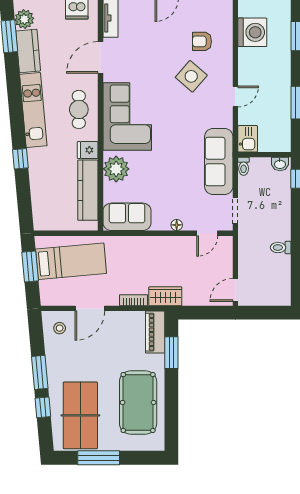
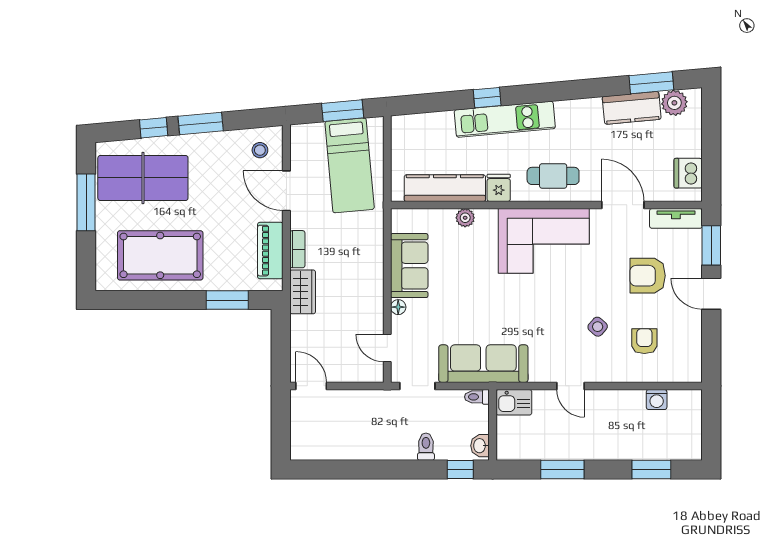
washing machine: (252, 32) -> (657, 400), width x0.53, depth x0.53
armchair: (153, 39) -> (648, 276), added
side table: (191, 76) -> (598, 327), width x0.54, depth x0.54
kitchen unit: (33, 110) -> (505, 119), moved
plant: (116, 169) -> (465, 218), width x0.53, depth x0.53
sofa: (127, 217) -> (409, 266), moved
toilet: (281, 248) -> (426, 447), moved
piano: (155, 332) -> (270, 251), moved, turned -90

